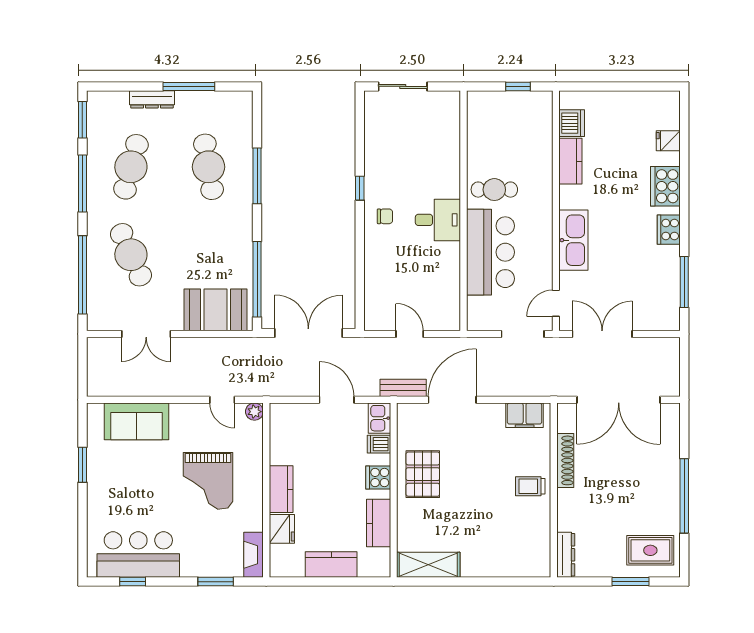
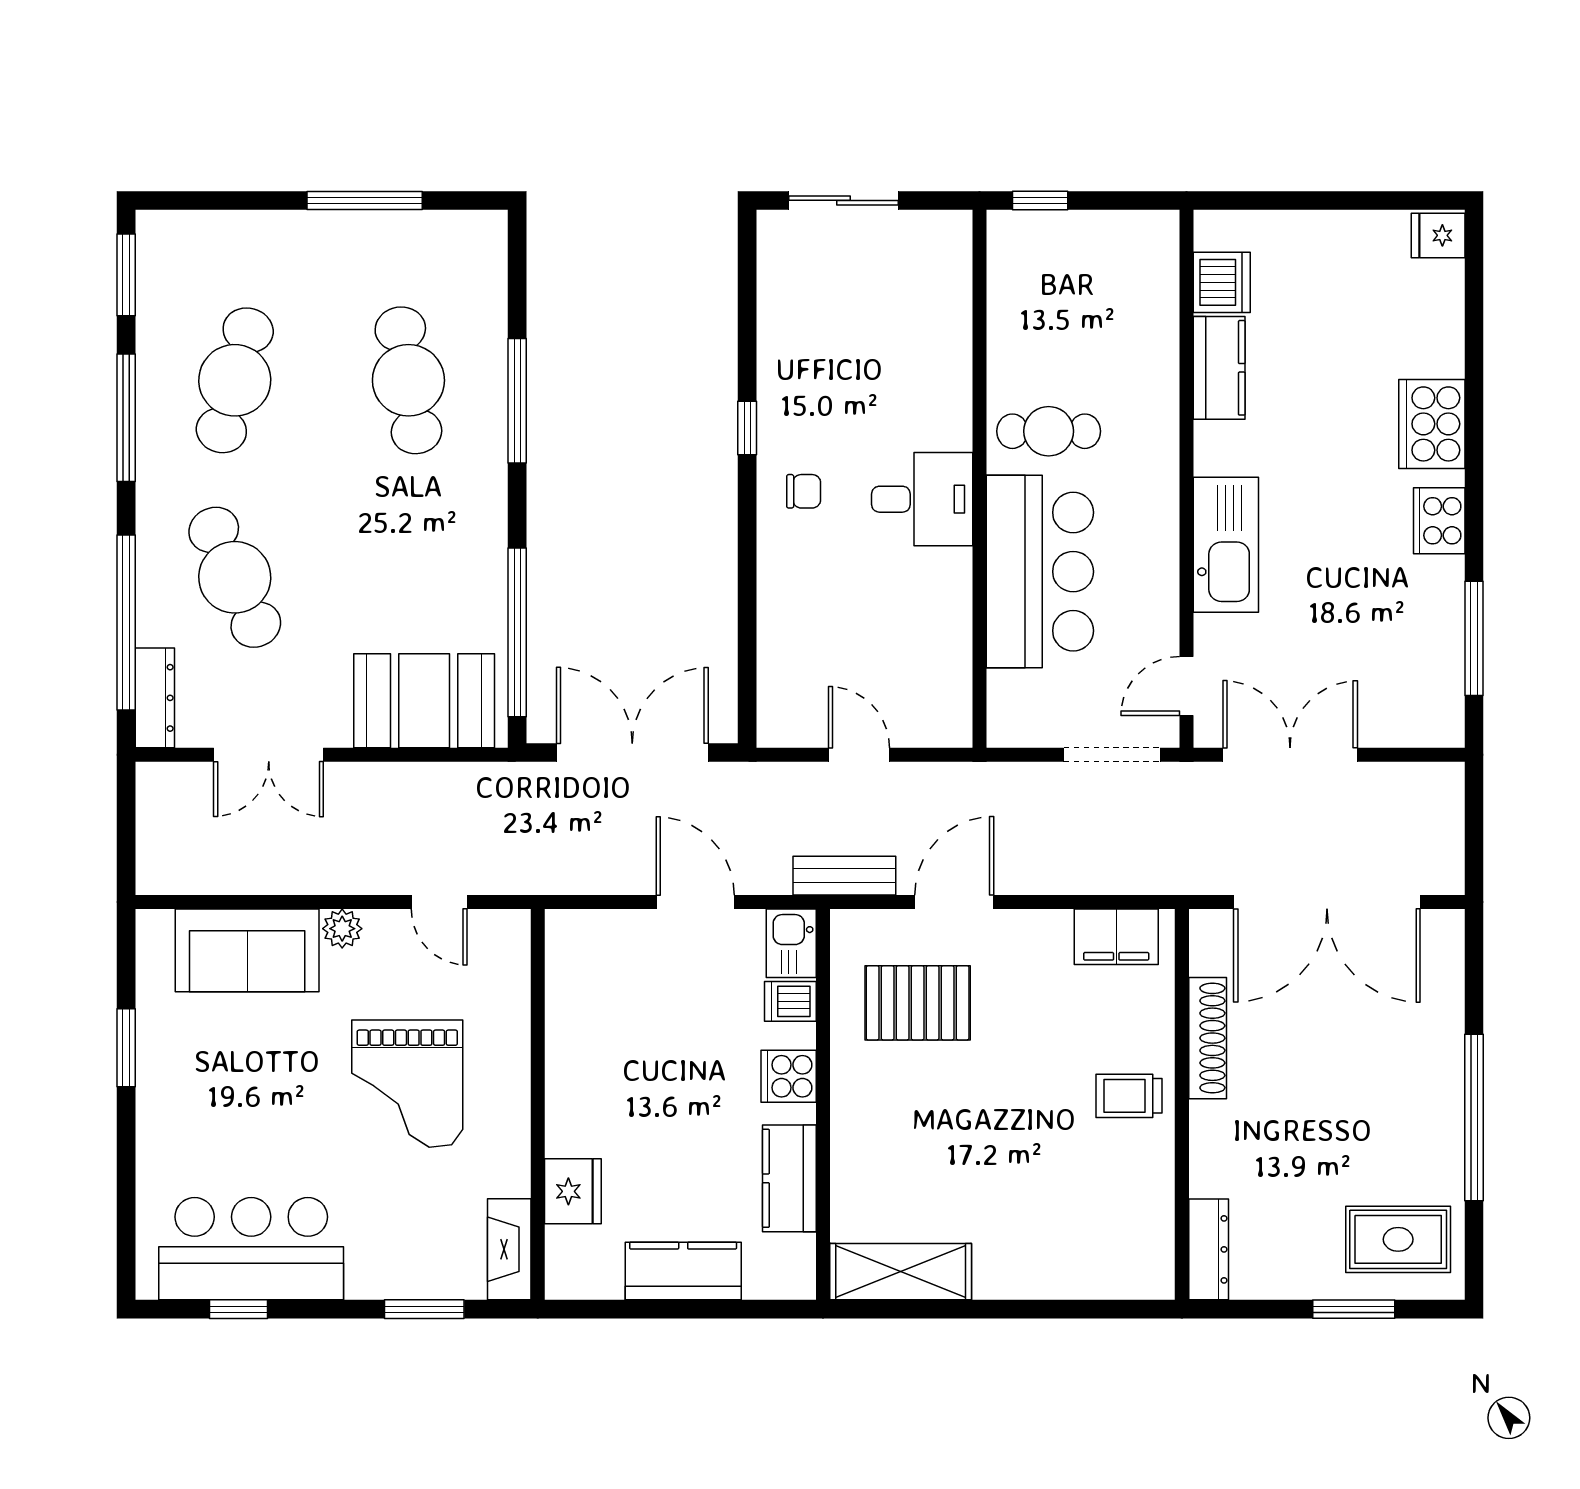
window: (518, 86) -> (1040, 200), moved
dresser: (152, 99) -> (155, 698), moved, turned -90
fridge: (668, 141) -> (1438, 235), moved
door: (452, 400) -> (954, 902), width x0.73
plant: (254, 412) -> (342, 929), moved
pallet: (423, 474) -> (918, 1003), moved, turned 90
kitchen counter: (281, 489) -> (571, 1102), removed

